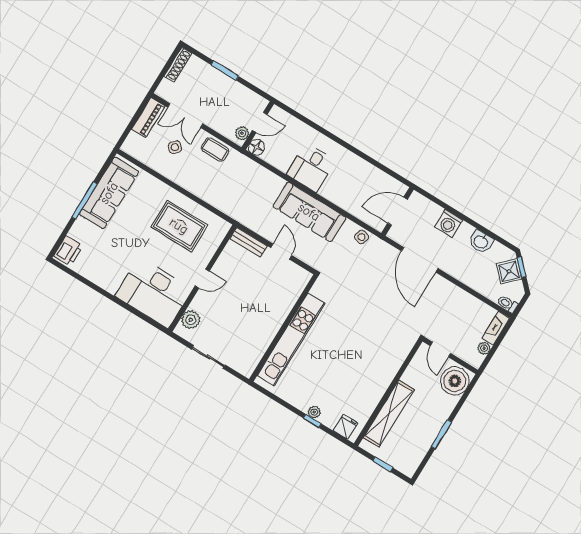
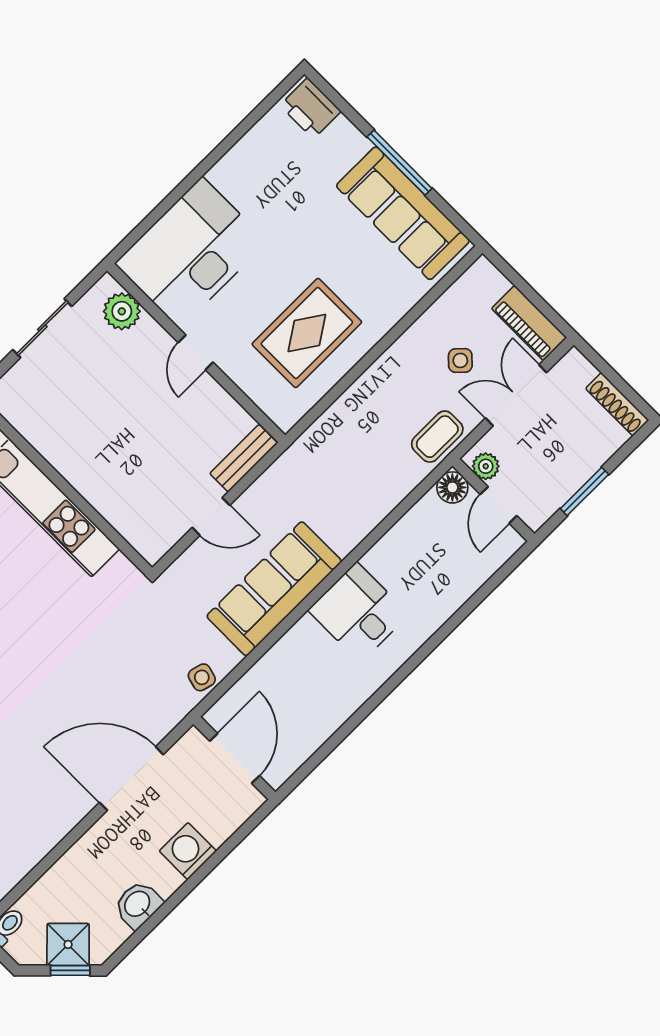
door: (260, 122) -> (499, 505), moved
wall: (258, 125) -> (493, 500), moved
plant: (242, 133) -> (486, 466), moved
floor lamp: (257, 147) -> (452, 487), moved

